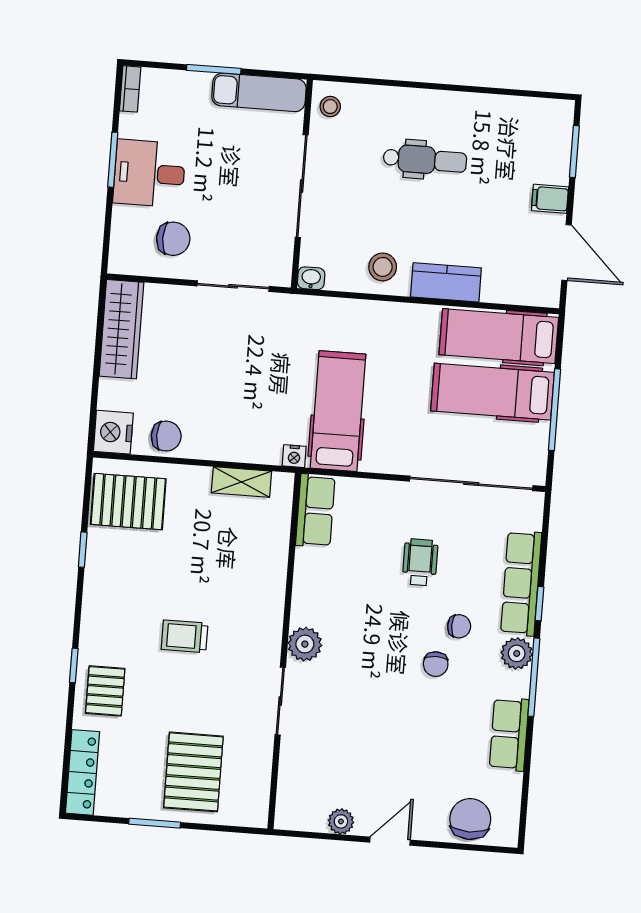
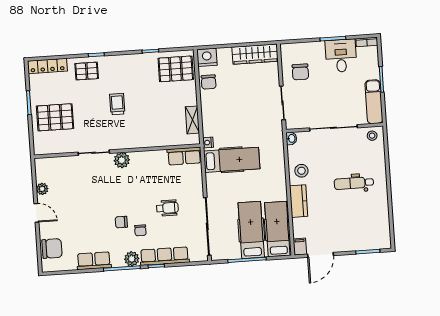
dental chair: (425, 160) -> (354, 183), turned 90
desk: (149, 173) -> (341, 56), moved
filing cabinet: (550, 199) -> (300, 247), moved
pallet: (128, 502) -> (176, 69), turned 90

